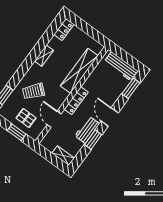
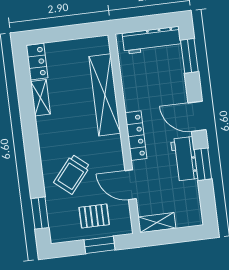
shelving: (44, 56) -> (41, 98), moved
shelving: (63, 156) -> (157, 223), moved

